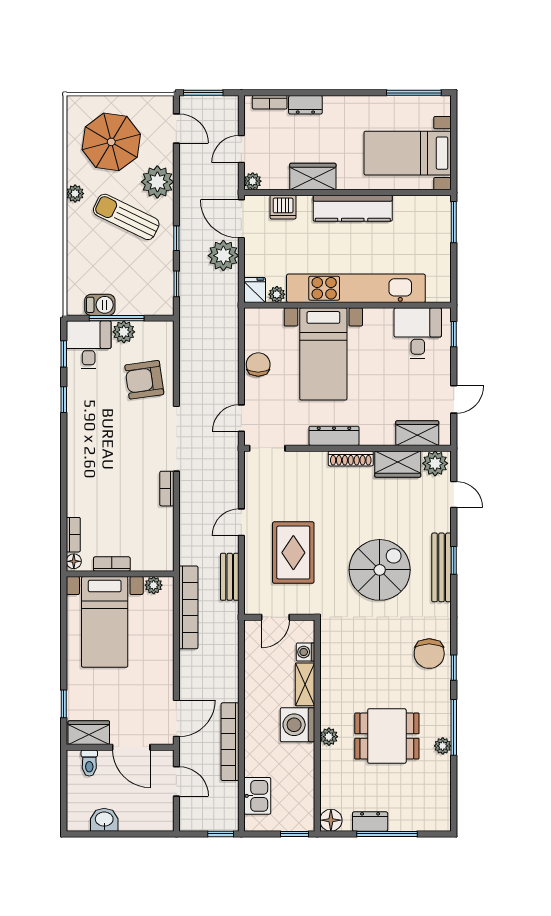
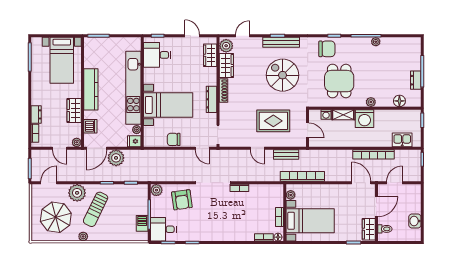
plant: (124, 332) -> (156, 190), moved
dining table: (387, 736) -> (339, 81), moved
floor lamp: (331, 820) -> (399, 101), moved

